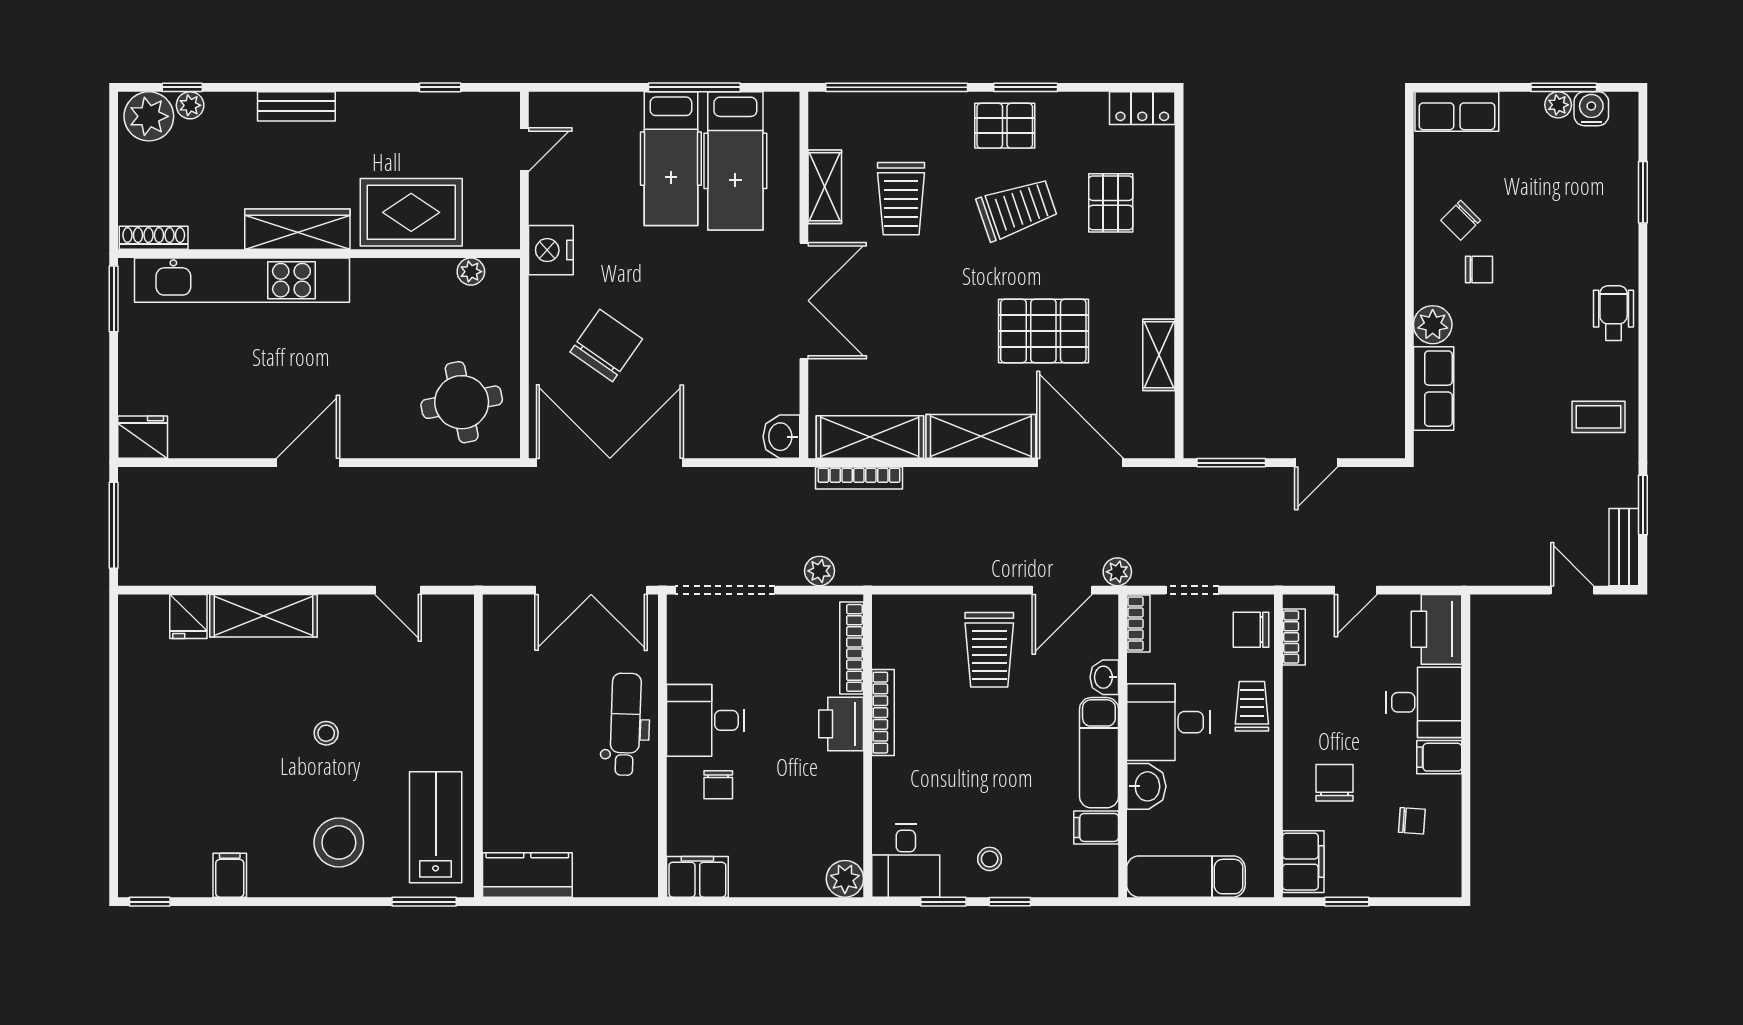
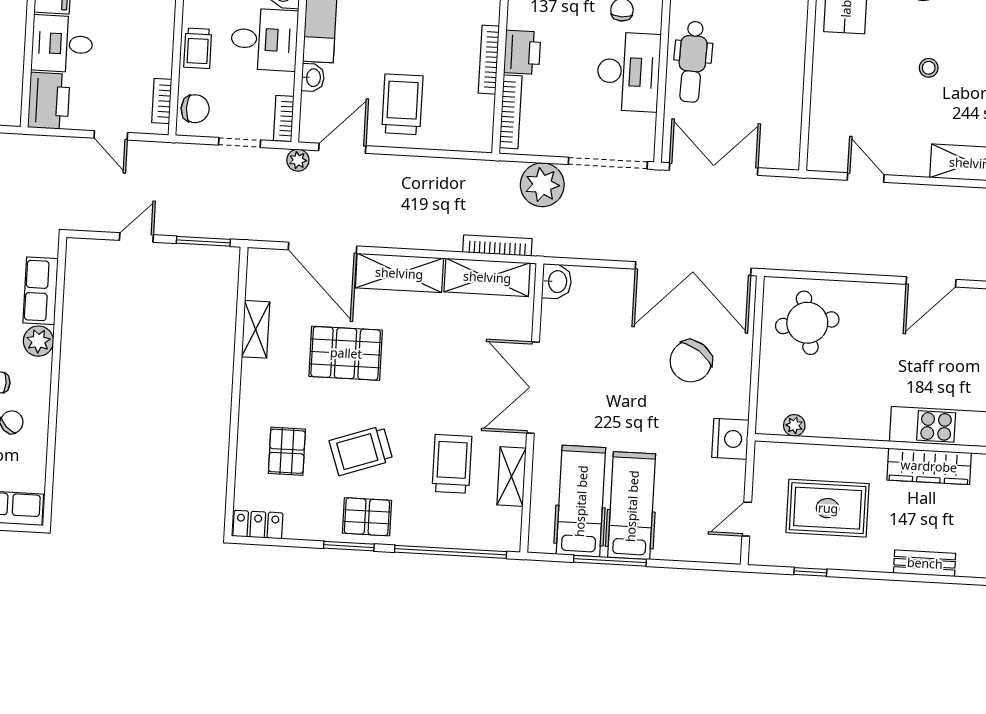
rug: (411, 212) -> (828, 508), moved
plant: (820, 571) -> (542, 185), width x1.88, depth x1.88
door: (1356, 590) -> (111, 135), swing flipped
desk: (705, 720) -> (629, 72), width x1.37

